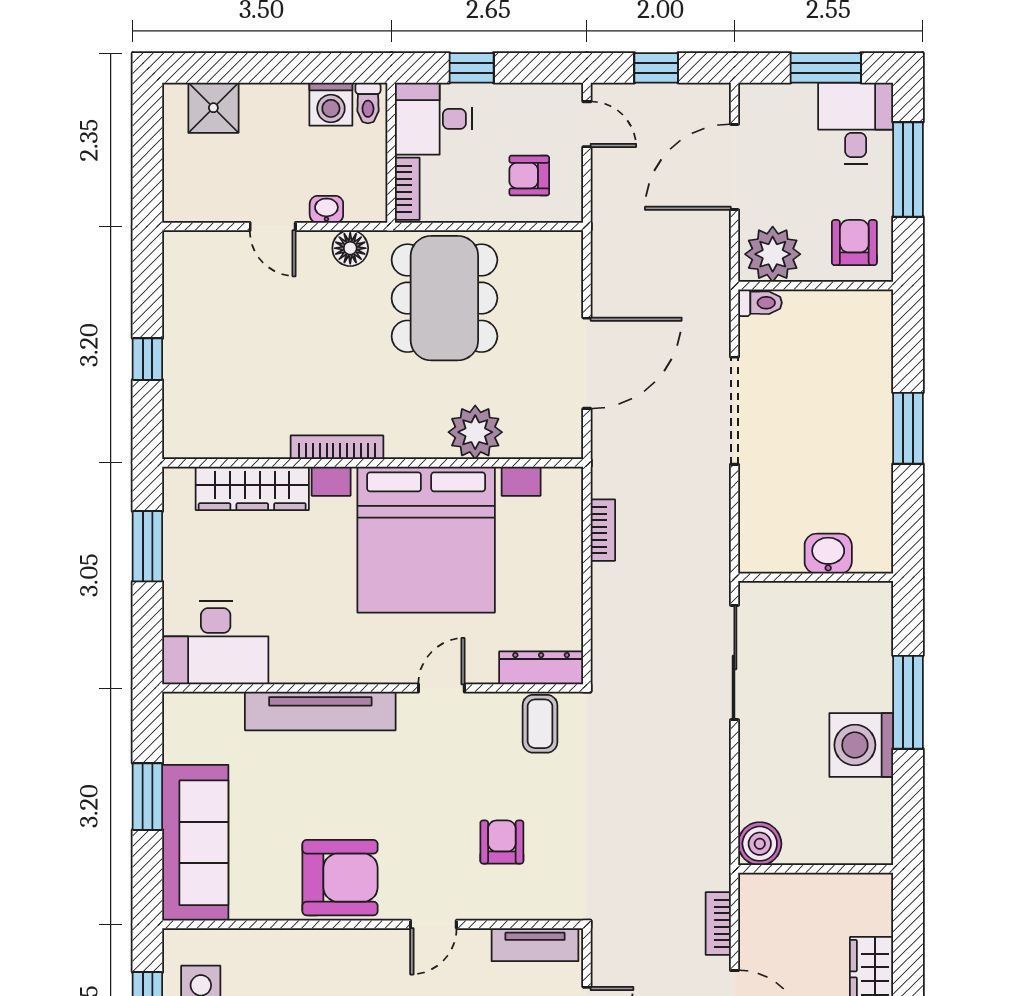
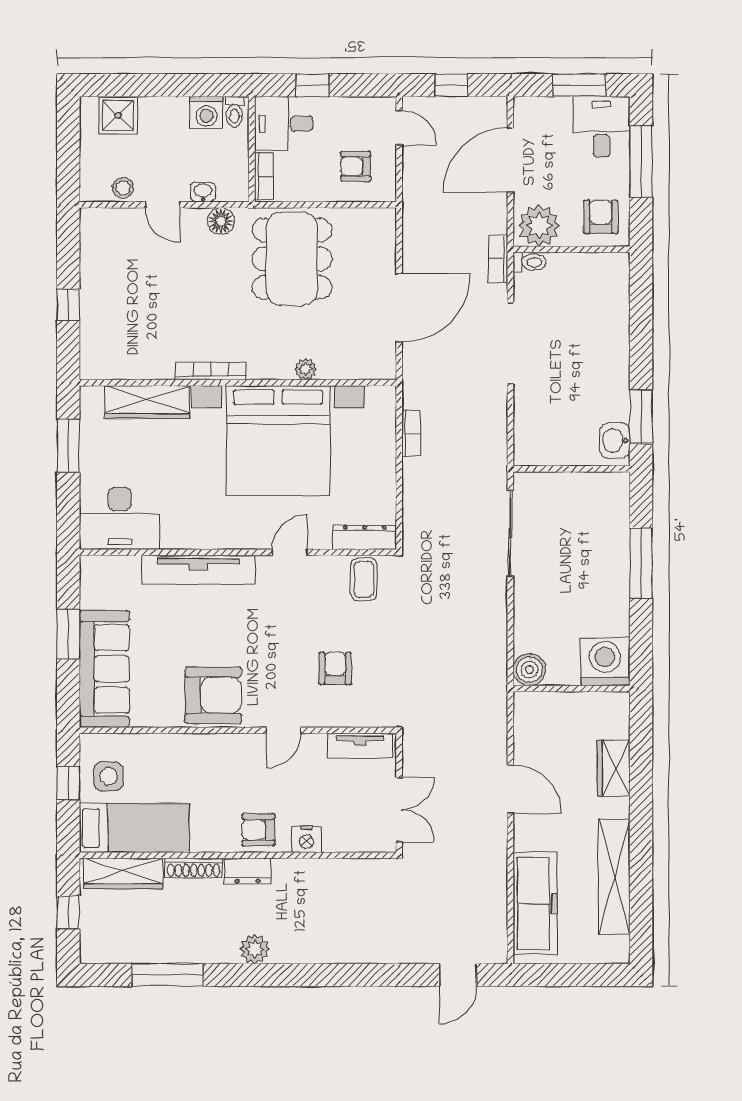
stool: (220, 204) -> (123, 188), added
window: (908, 428) -> (641, 417), moved
plant: (475, 432) -> (306, 369), width x0.53, depth x0.53
washbasin: (828, 554) -> (615, 441), moved, turned -90
washing machine: (861, 745) -> (605, 662), moved, turned 90
bookcase: (718, 923) -> (498, 259), moved

